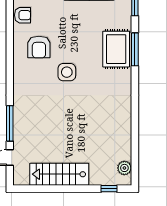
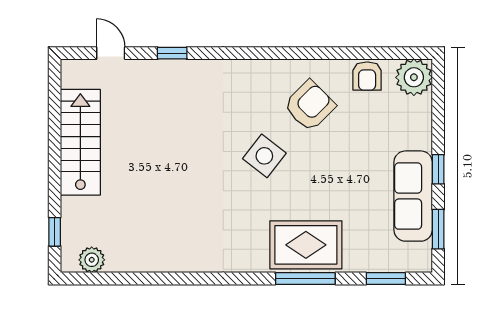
armchair: (39, 47) -> (310, 106), turned 135
side table: (67, 72) -> (264, 156), turned 38
window: (10, 123) -> (172, 53), width x0.46

